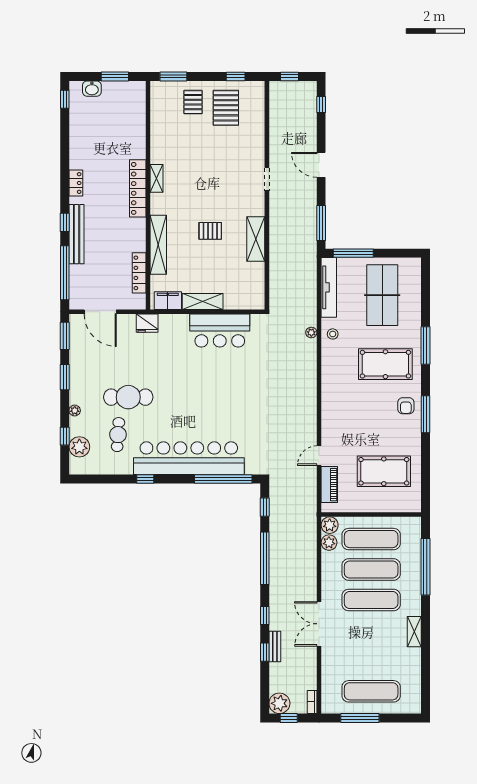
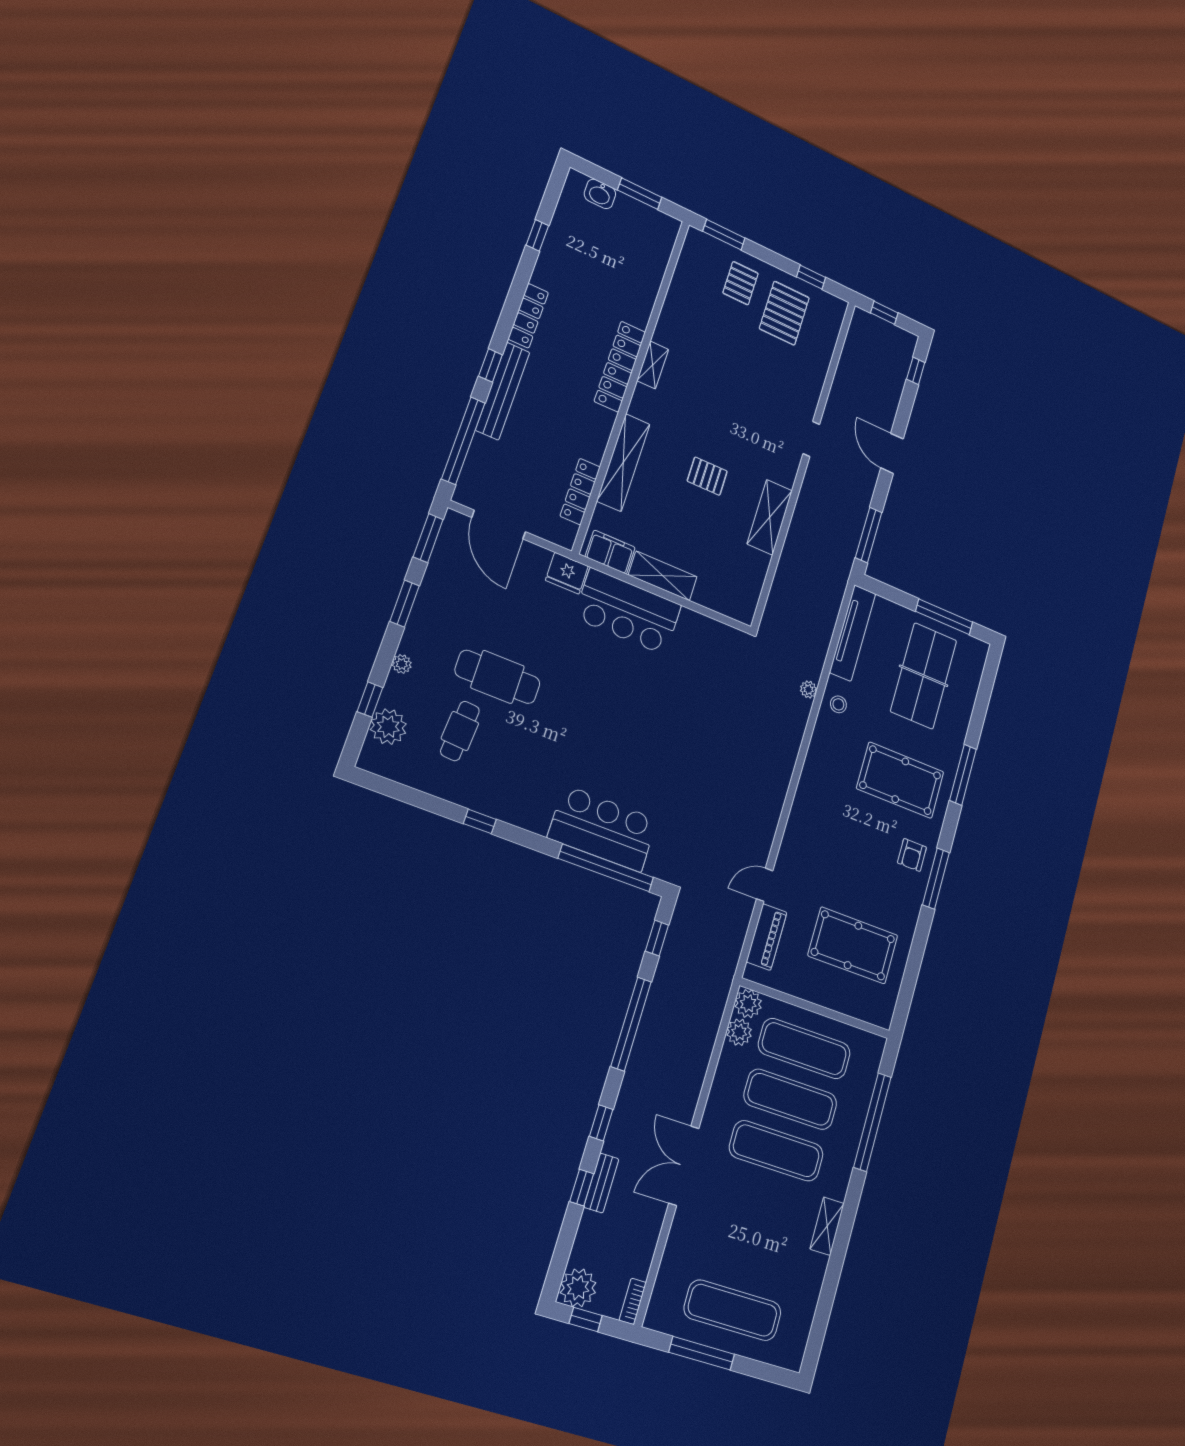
window: (65, 99) -> (537, 235), moved
locker: (76, 183) -> (528, 316), width x1.53
window: (353, 253) -> (944, 617), moved
bar counter: (220, 331) -> (628, 611), moved
bar counter: (189, 458) -> (603, 829), width x0.54

